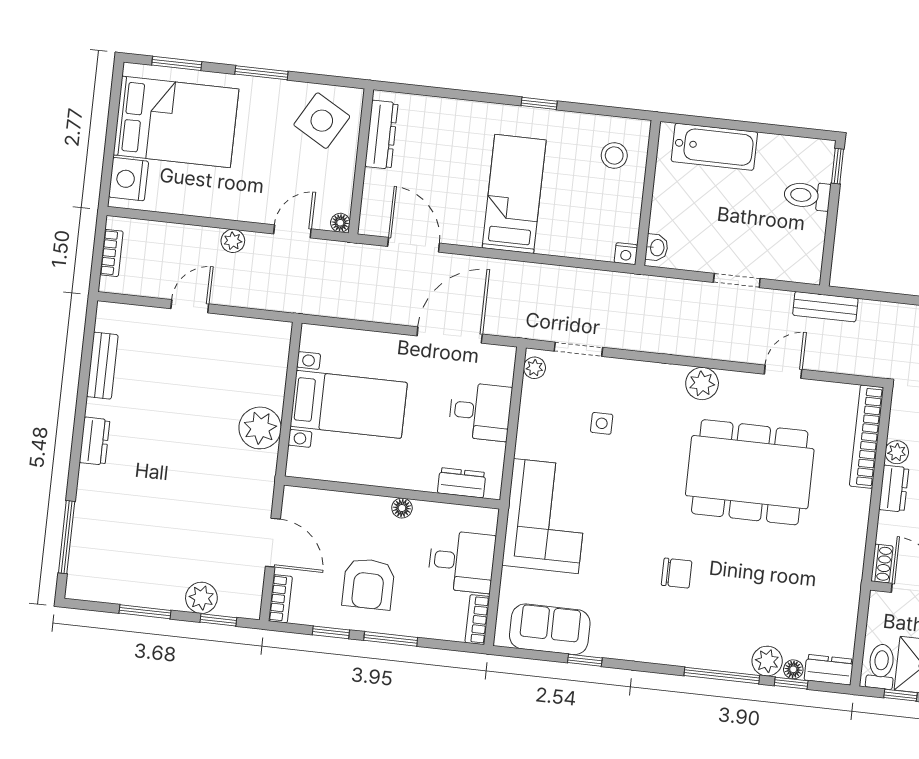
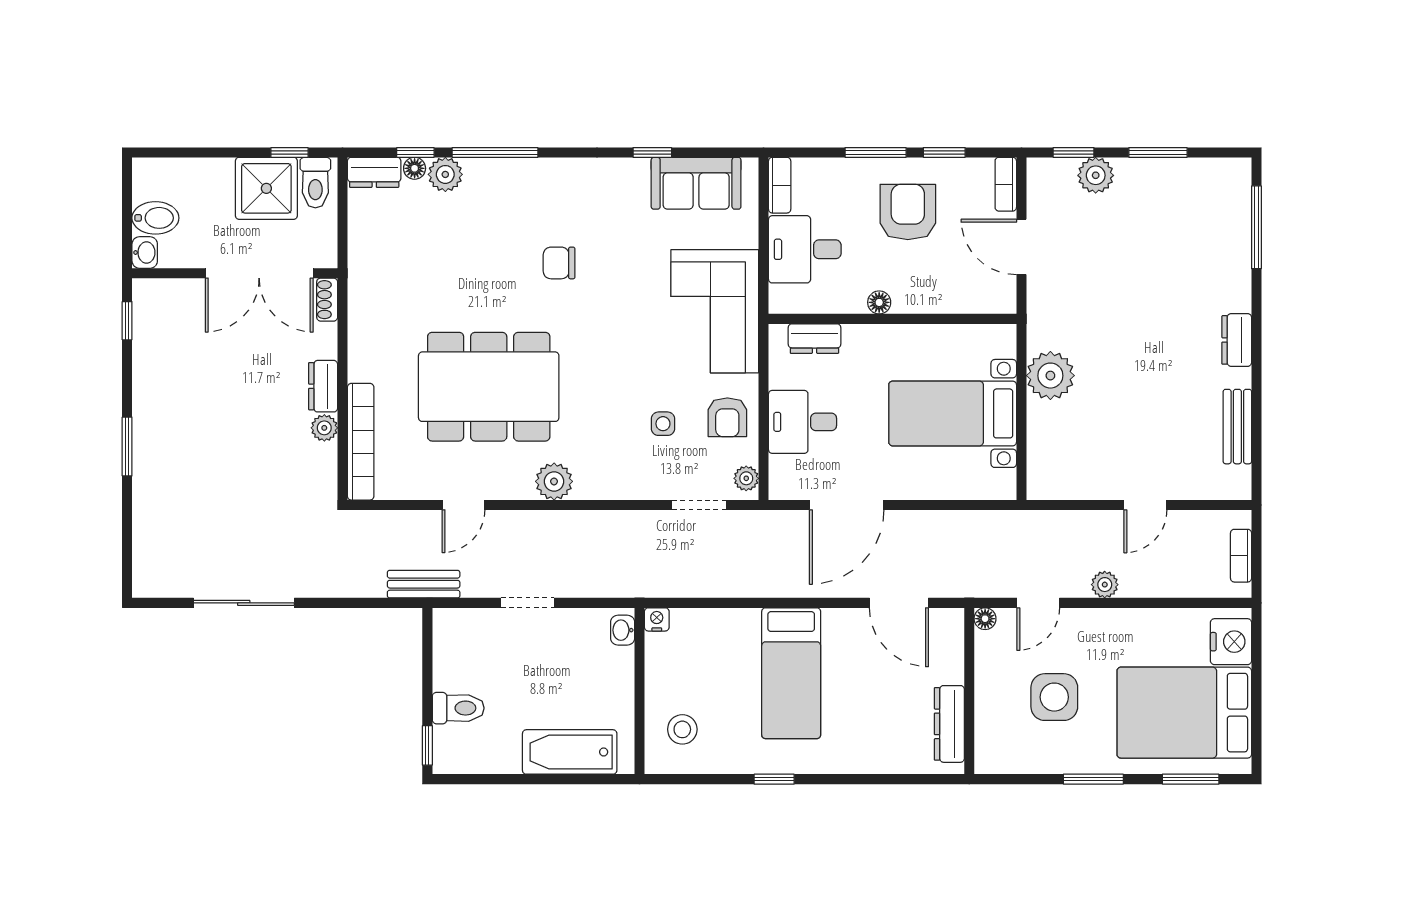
side table: (322, 121) -> (1054, 697), moved, turned -30
armchair: (545, 423) -> (727, 417), added

